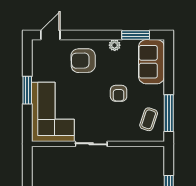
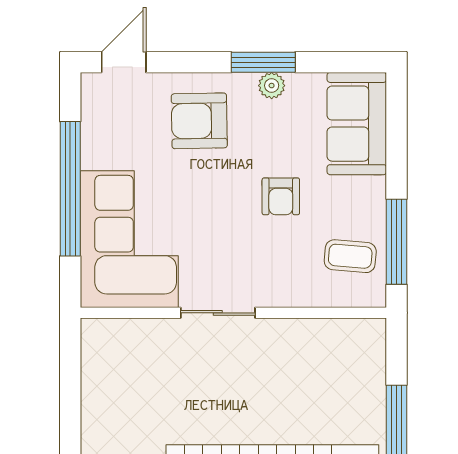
window: (136, 35) -> (263, 62), moved
window: (27, 90) -> (70, 189), width x2.11
coffee table: (149, 119) -> (350, 256), turned 76

